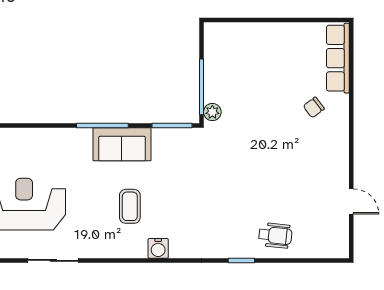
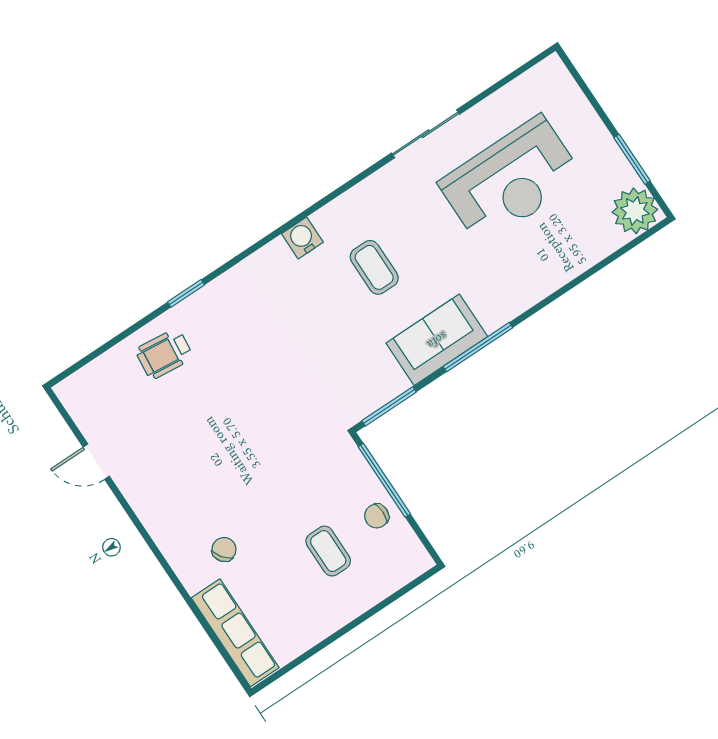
coffee table: (258, 69) -> (328, 551), added
chair: (219, 70) -> (377, 516), added
plant: (212, 112) -> (349, 458), removed

